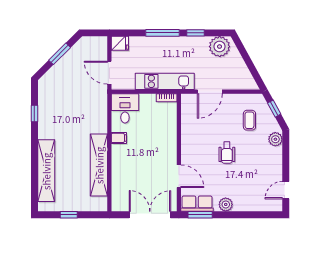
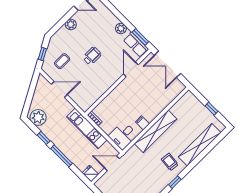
door: (109, 73) -> (112, 163), swing flipped
door: (210, 92) -> (59, 90), moved
trolley: (58, 127) -> (170, 162), added
plant: (275, 139) -> (71, 24), moved
shelving: (99, 165) -> (156, 131), moved

